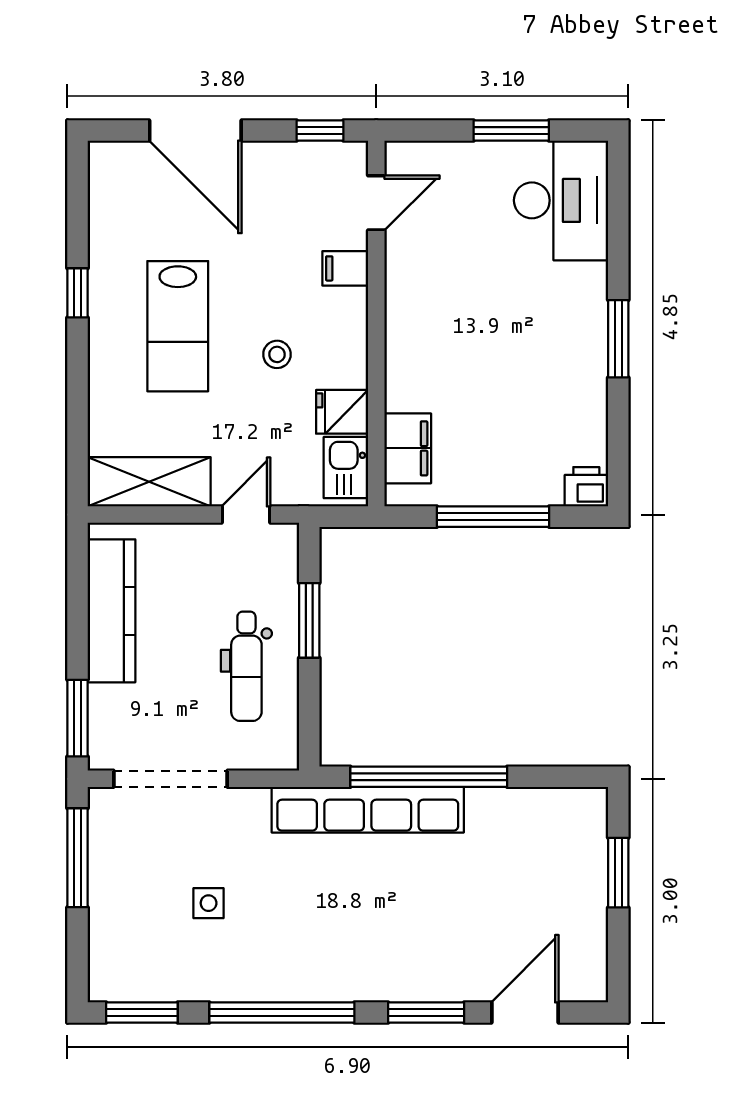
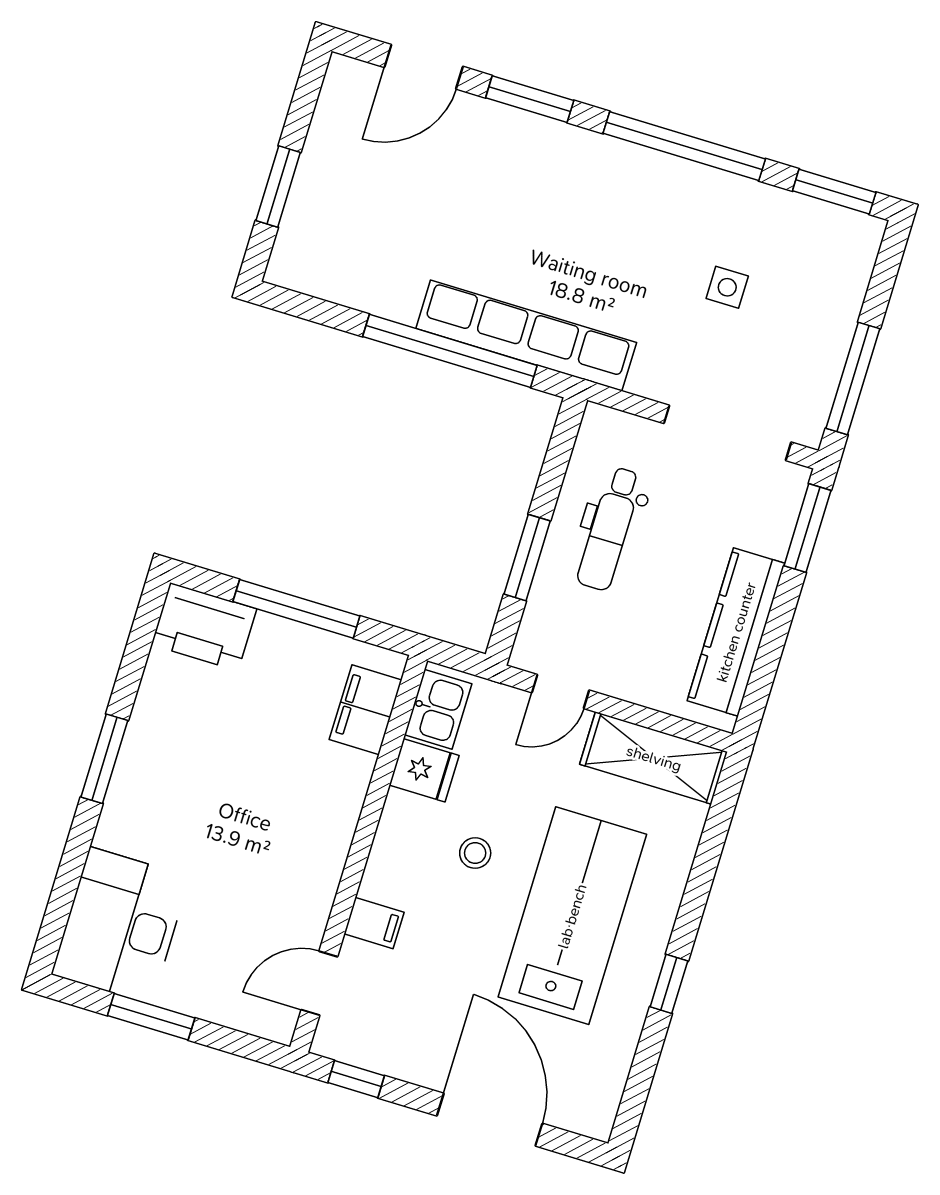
lab bench: (178, 326) -> (572, 916), width x1.36, depth x1.39
printer: (586, 487) -> (204, 627), width x1.87, depth x1.48
dental chair: (246, 666) -> (609, 529), turned 180

